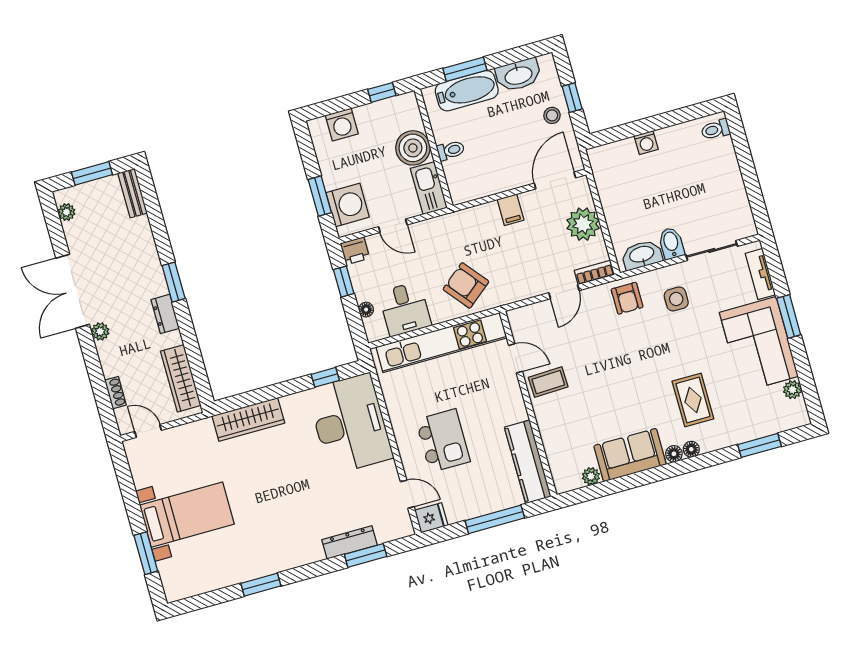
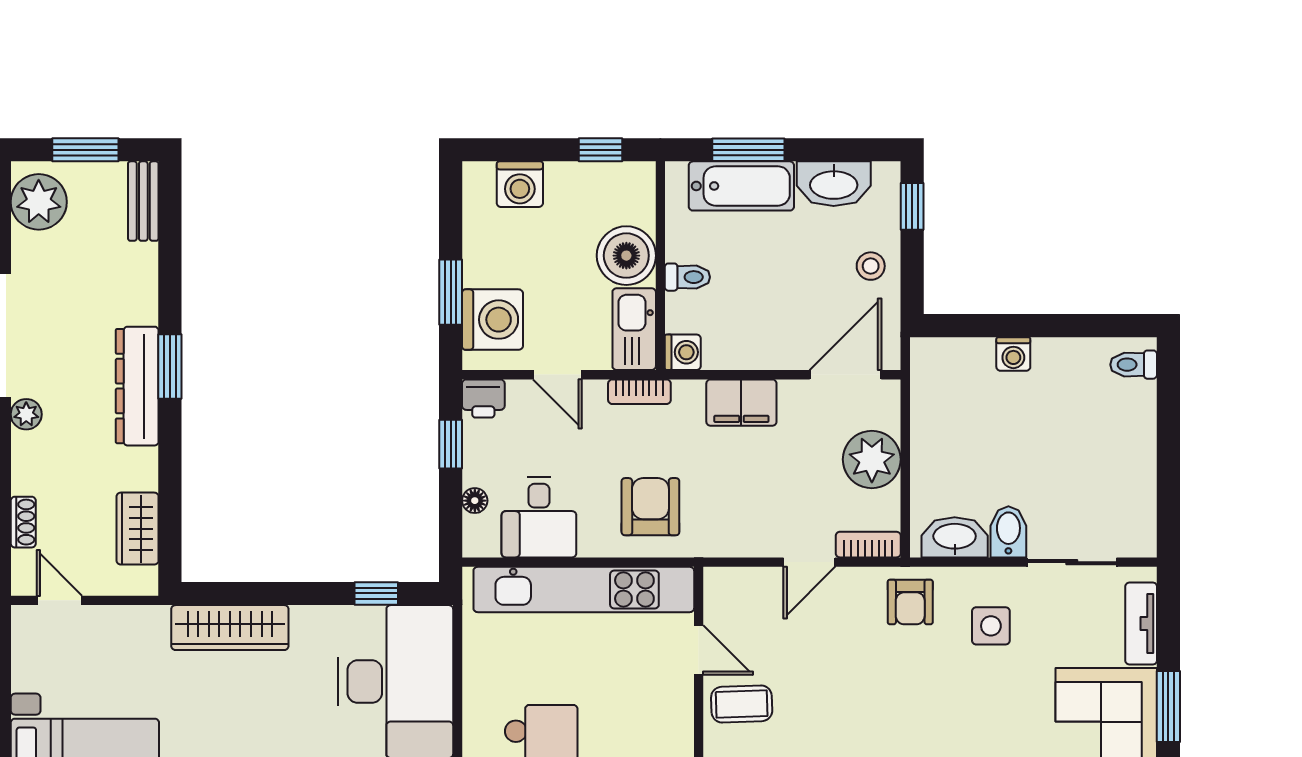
window: (572, 98) -> (912, 206), moved
washing machine: (460, 193) -> (683, 352), added
filing cabinet: (511, 210) -> (741, 403), width x2.00
plant: (67, 212) -> (39, 202), width x1.88, depth x1.88
bookcase: (442, 222) -> (639, 392), added
armchair: (466, 285) -> (650, 507), turned 39
dresser: (165, 314) -> (137, 386), width x1.96, depth x1.24
wardrobe: (181, 378) -> (138, 529), width x0.67

